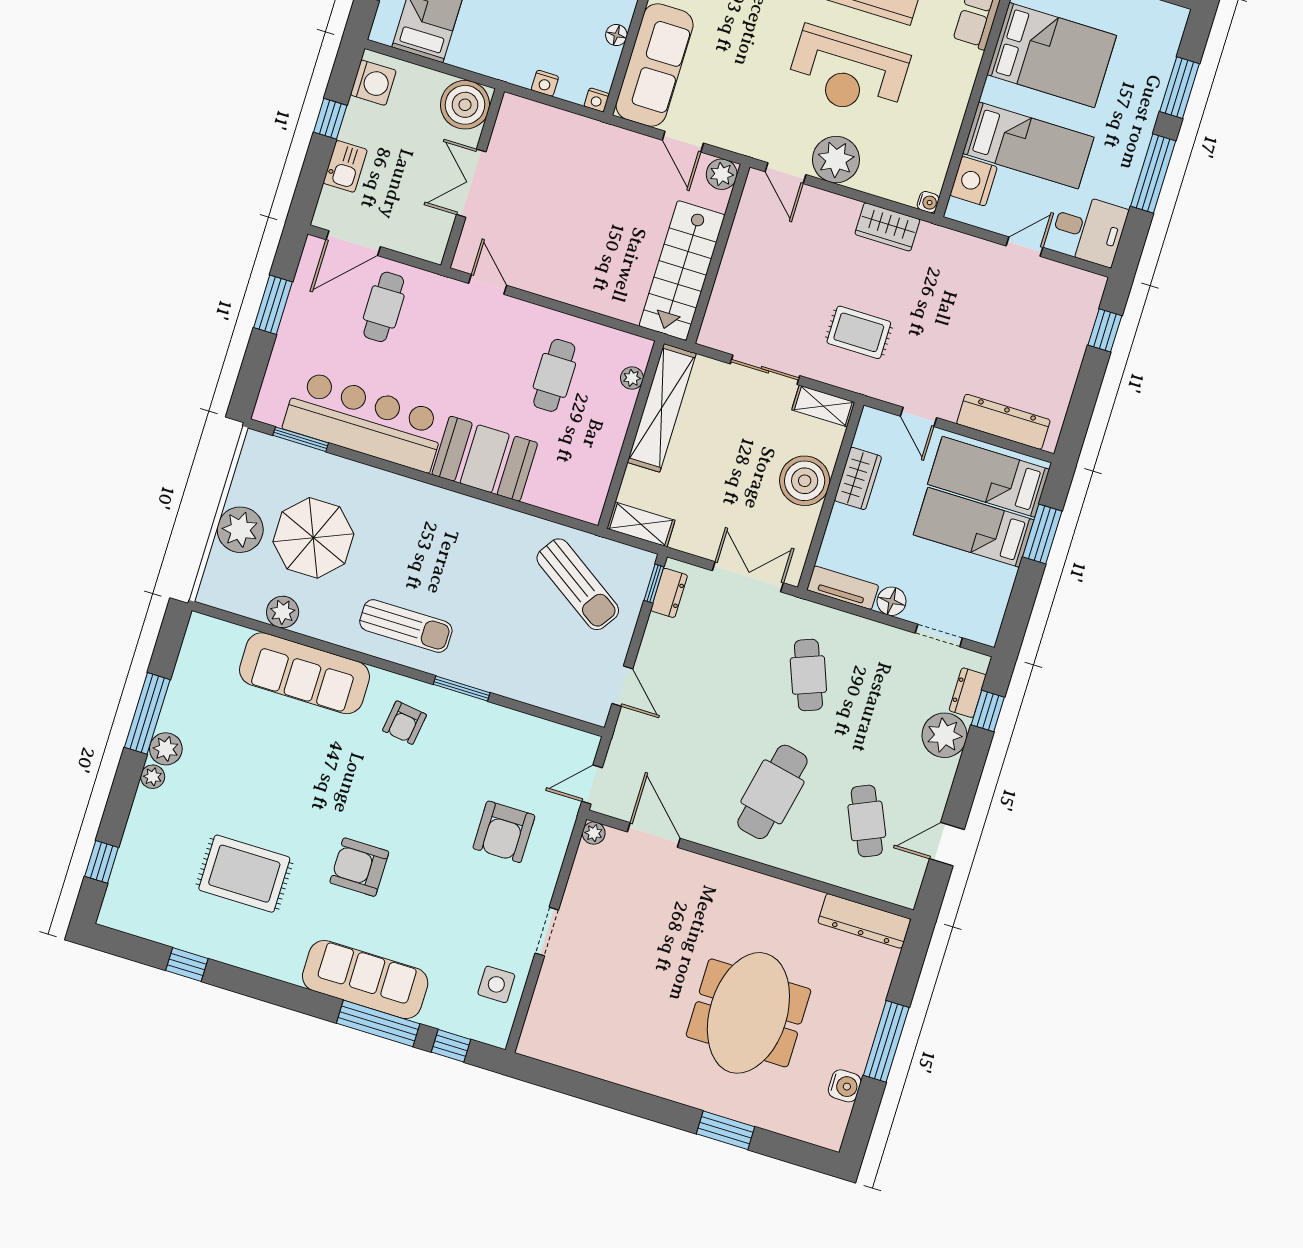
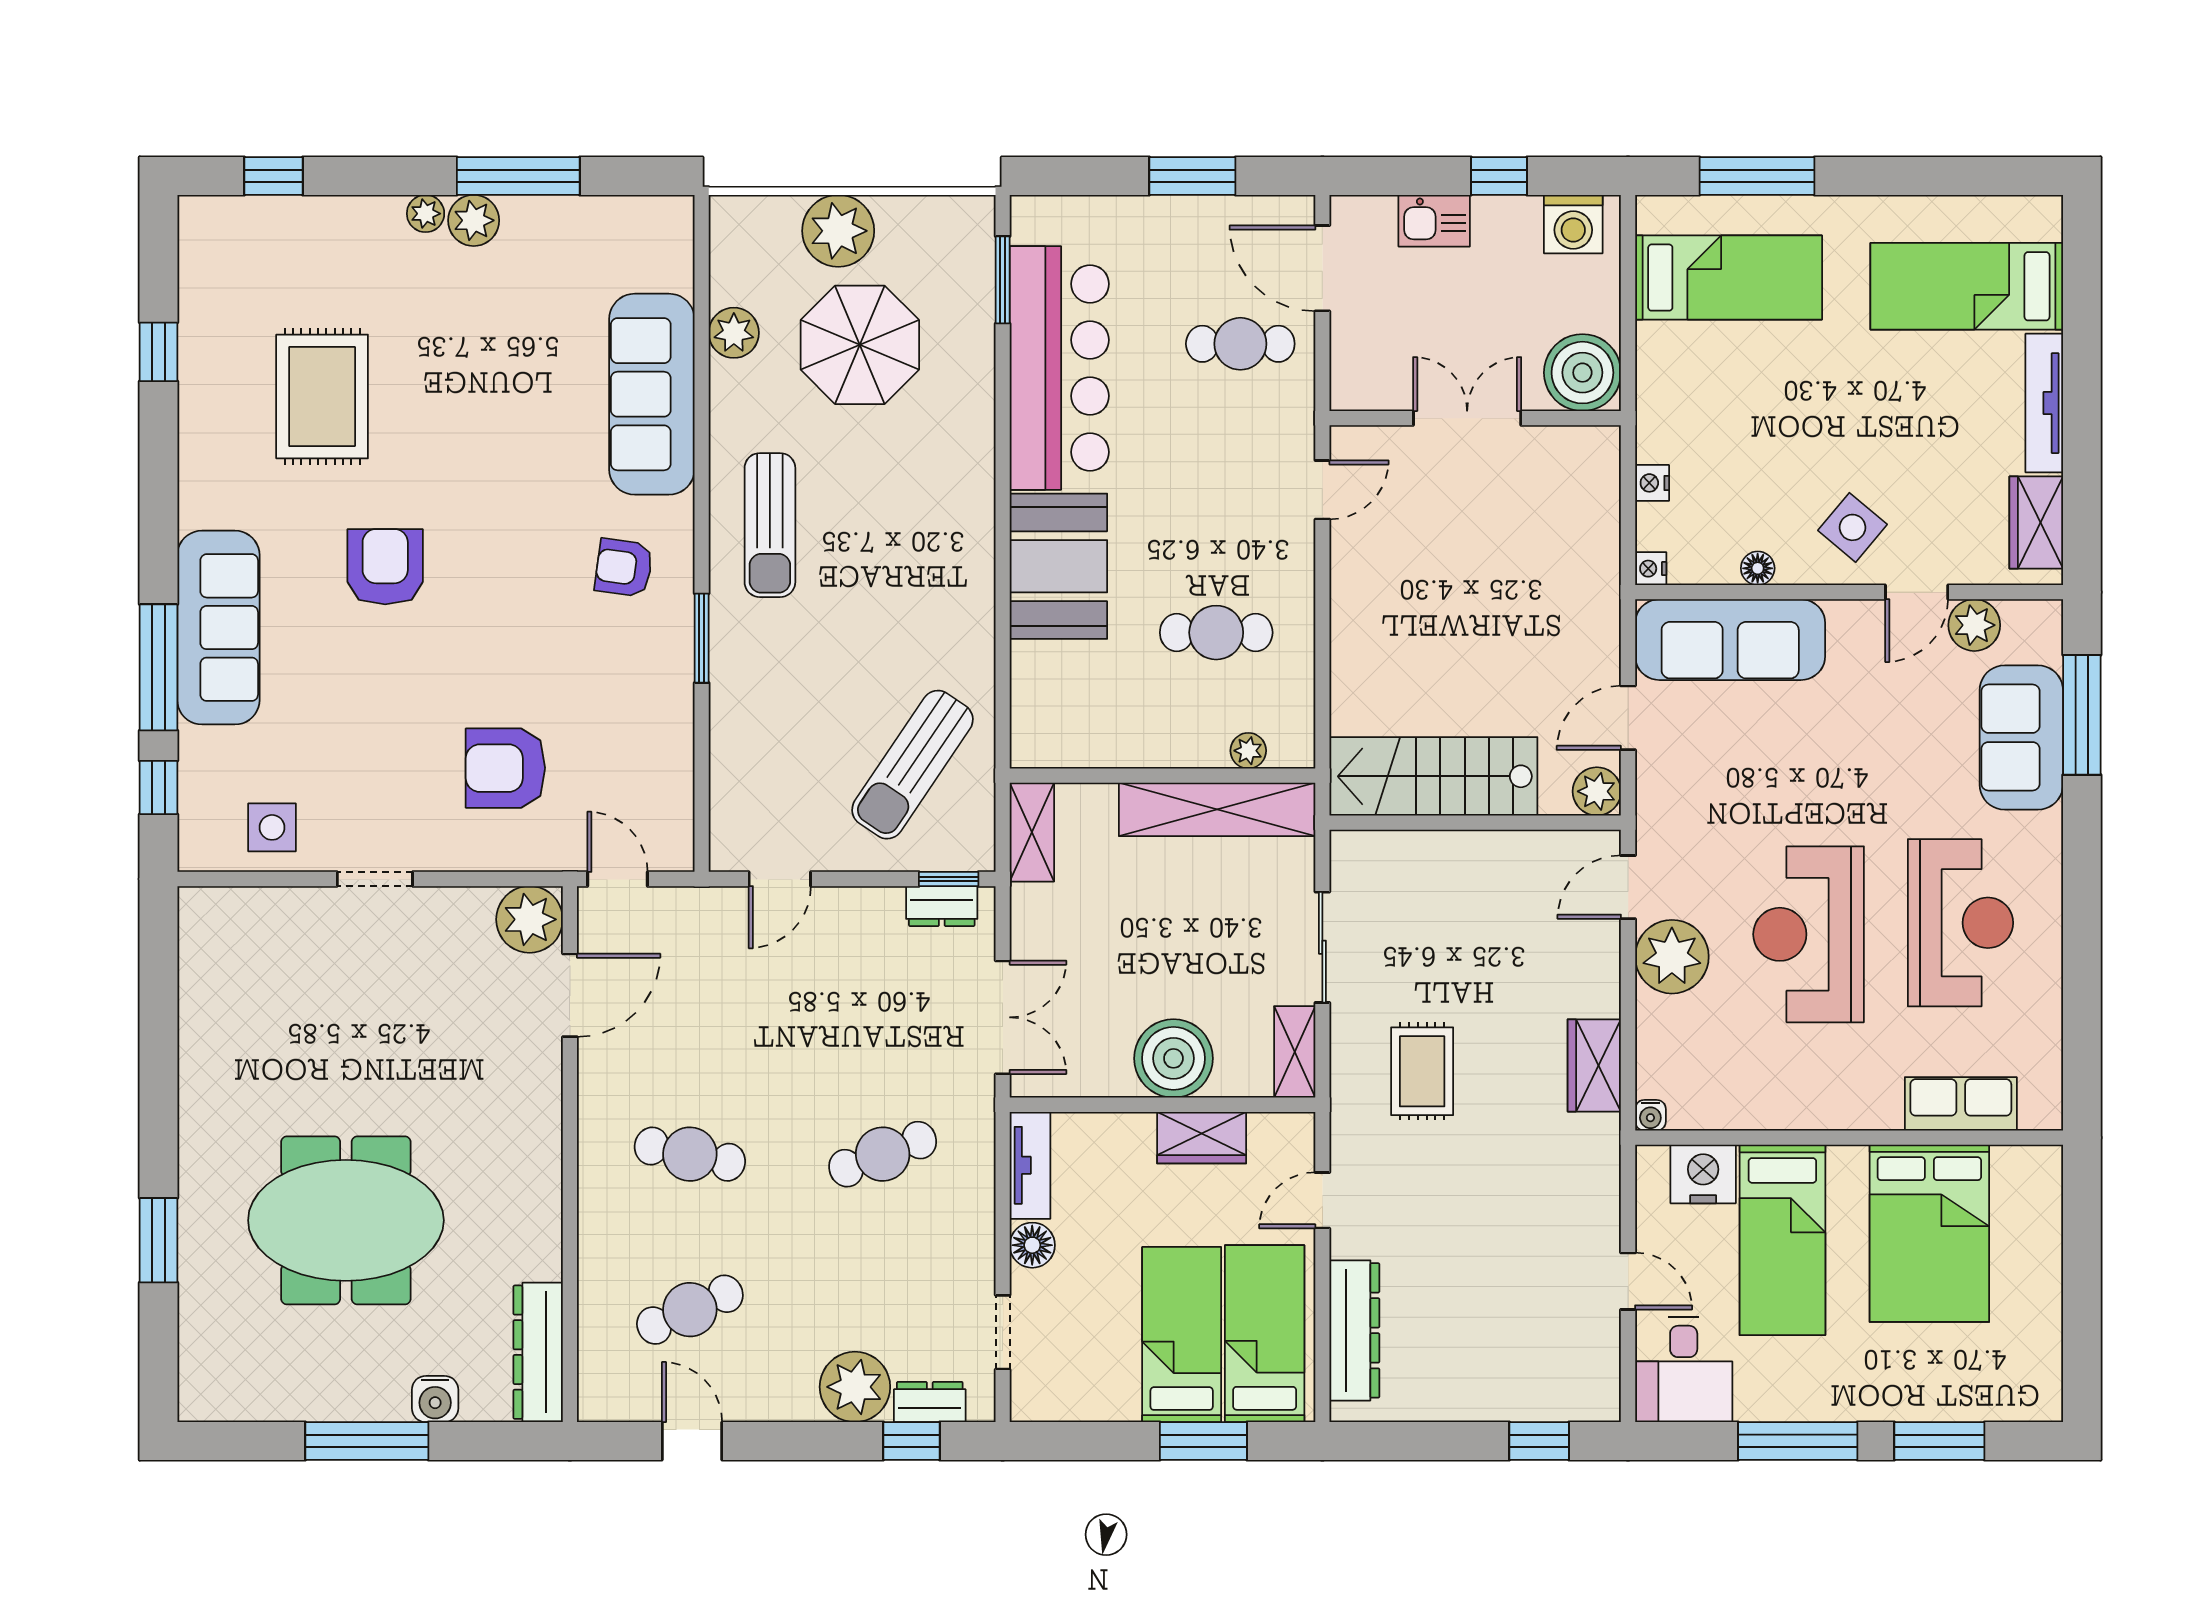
cafe table: (772, 792) -> (690, 1154), width x0.73, depth x0.74
plant: (594, 833) -> (530, 919), width x1.87, depth x1.87
water cooler: (845, 1086) -> (435, 1399), moved

